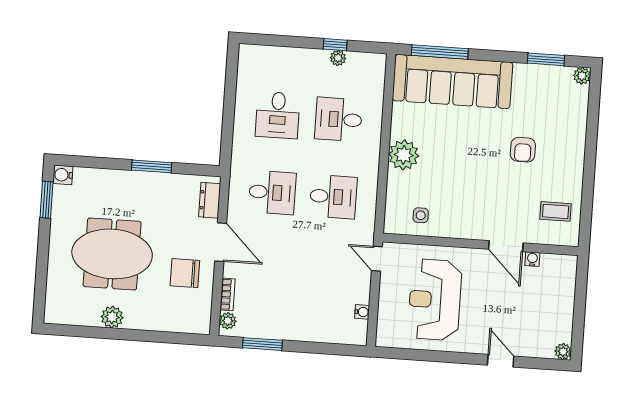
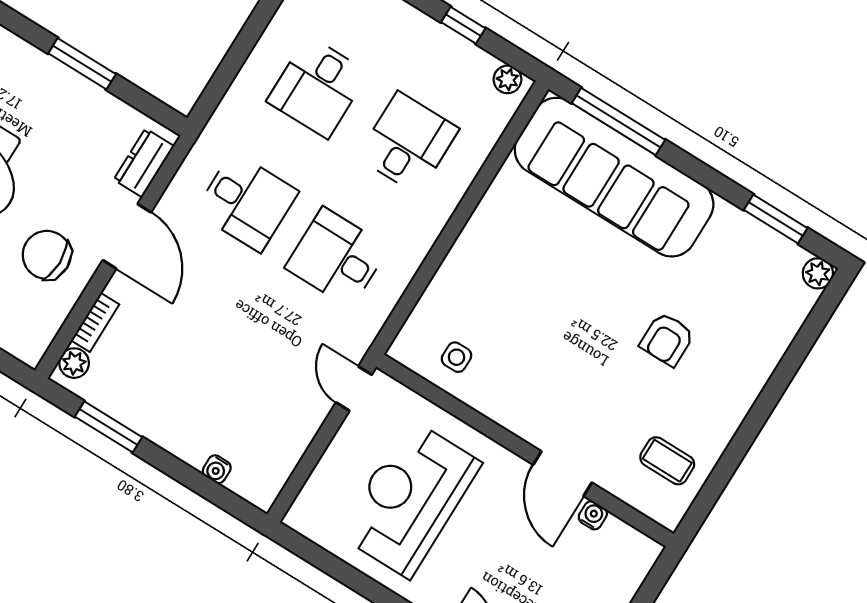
plant: (338, 58) -> (507, 79), moved
desk: (339, 119) -> (408, 143), turned 90
plant: (404, 155) -> (479, 251), removed
desk: (333, 197) -> (337, 258), turned 180
water cooler: (362, 312) -> (217, 469), moved, turned 90

